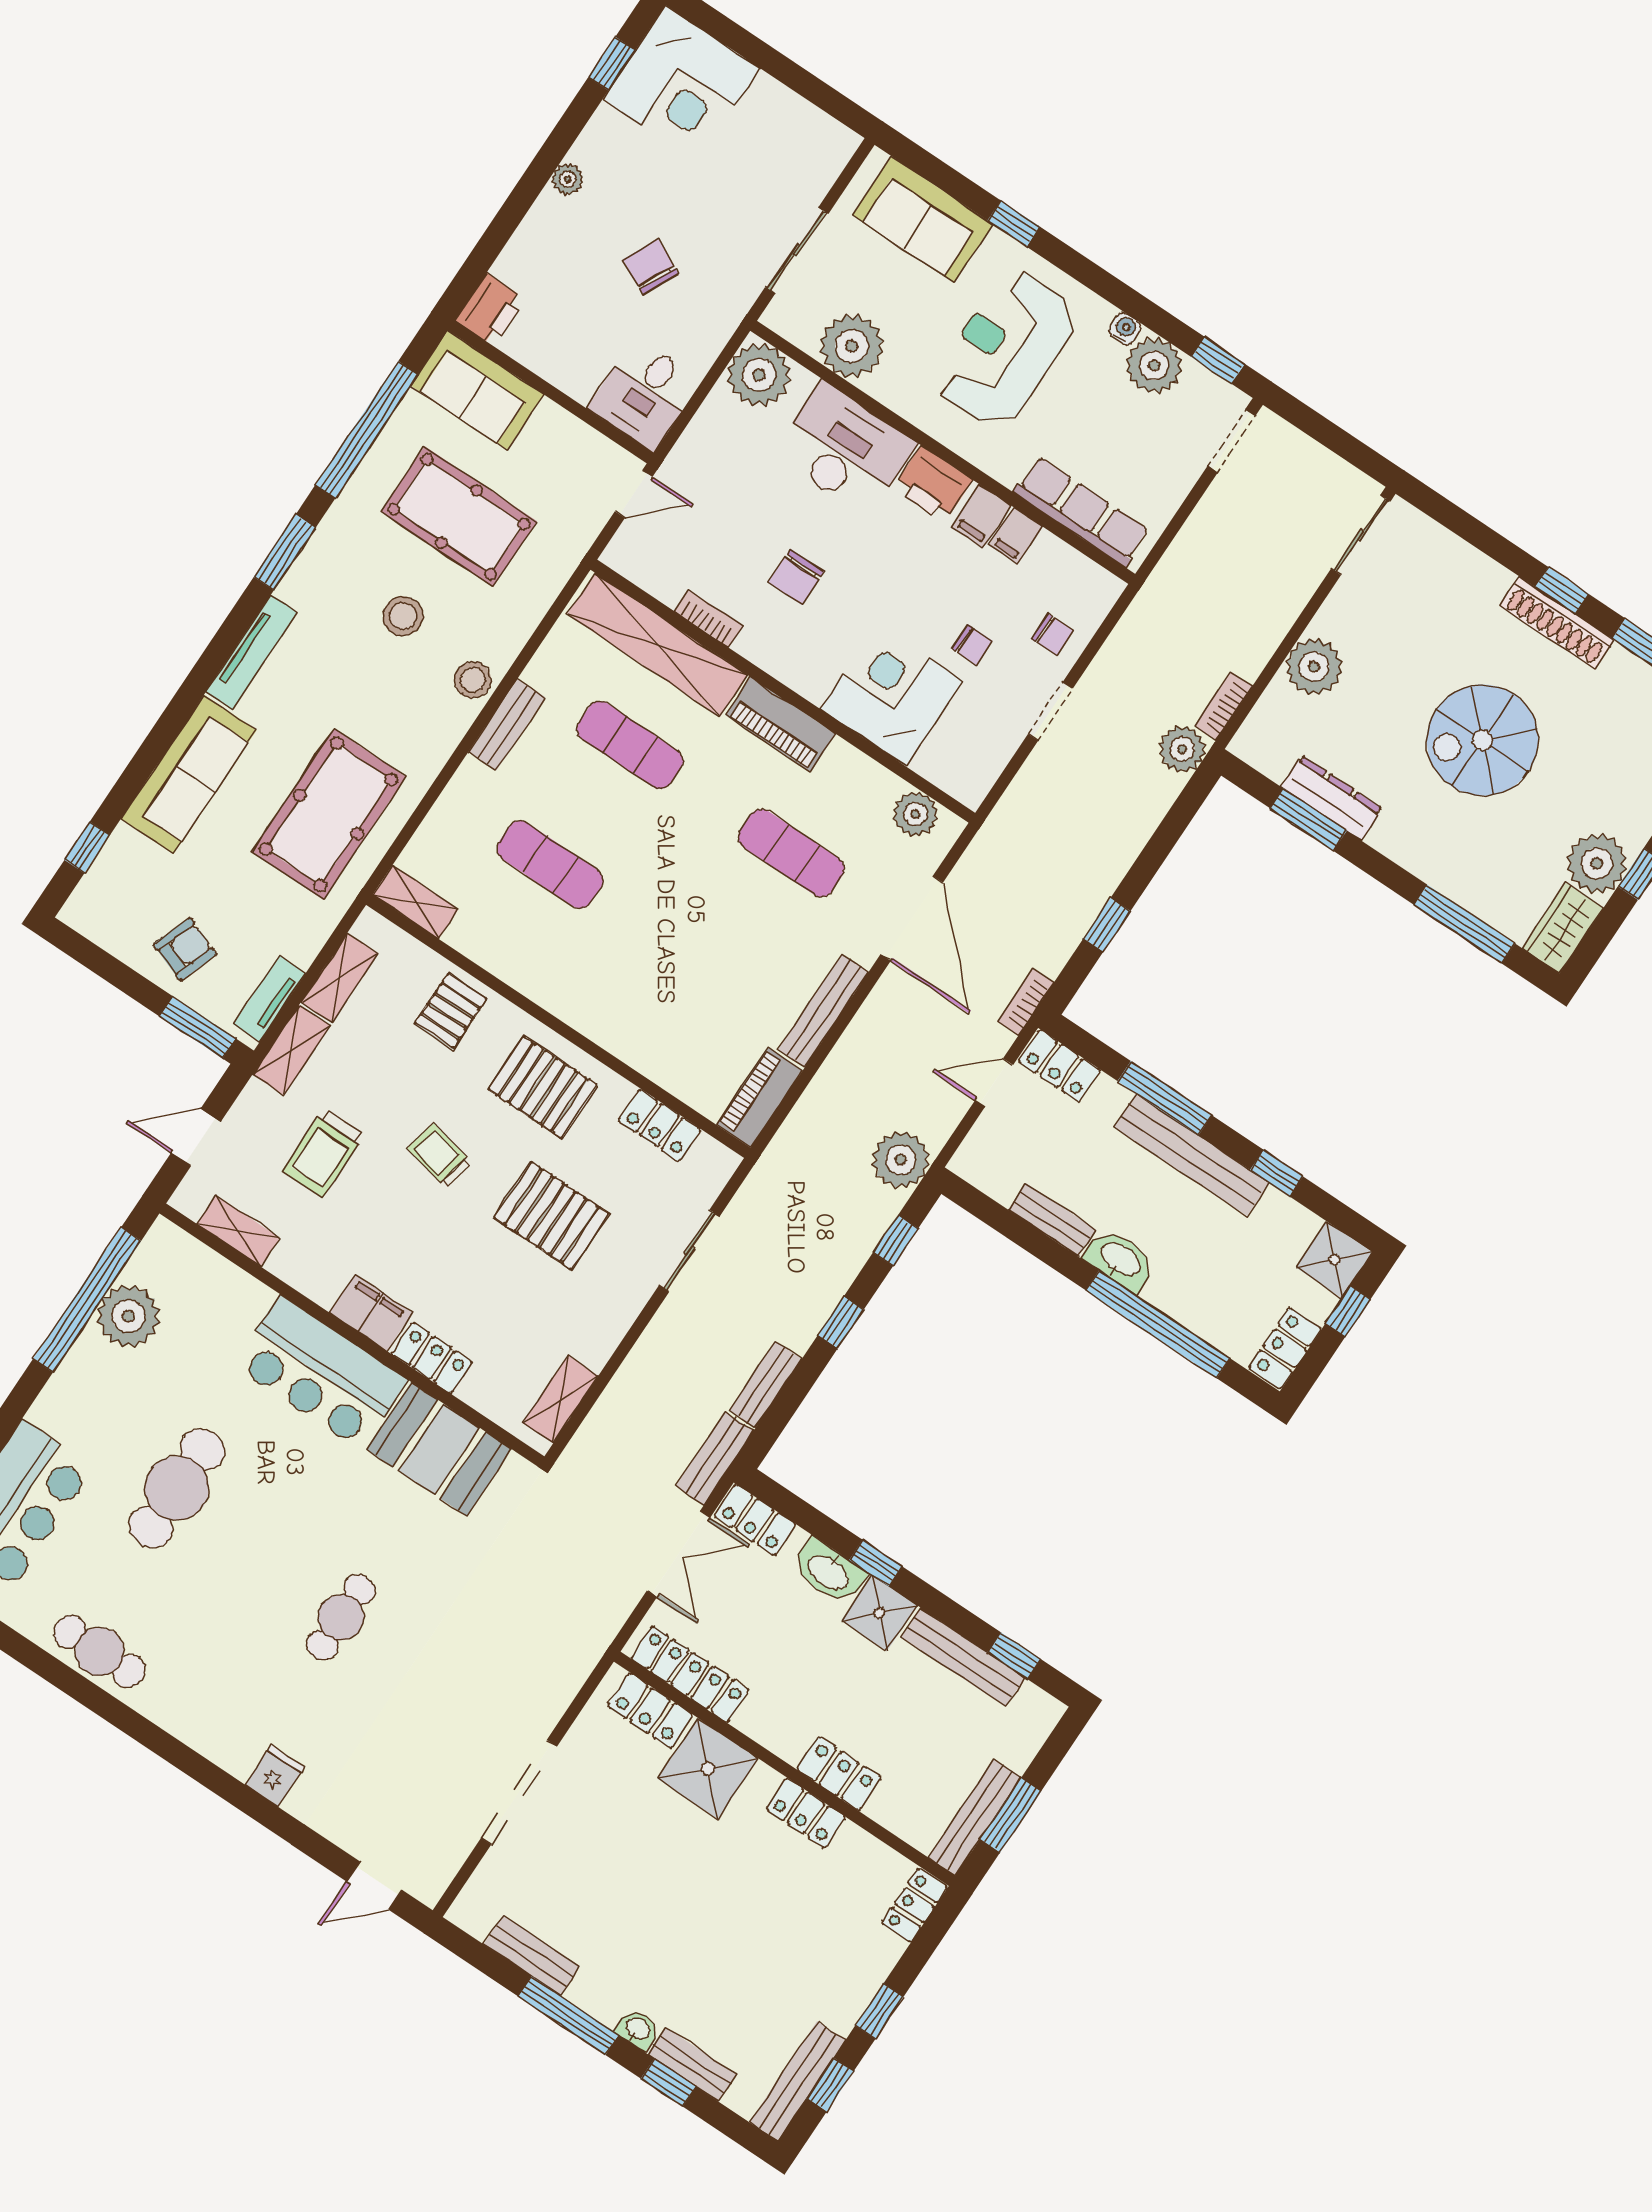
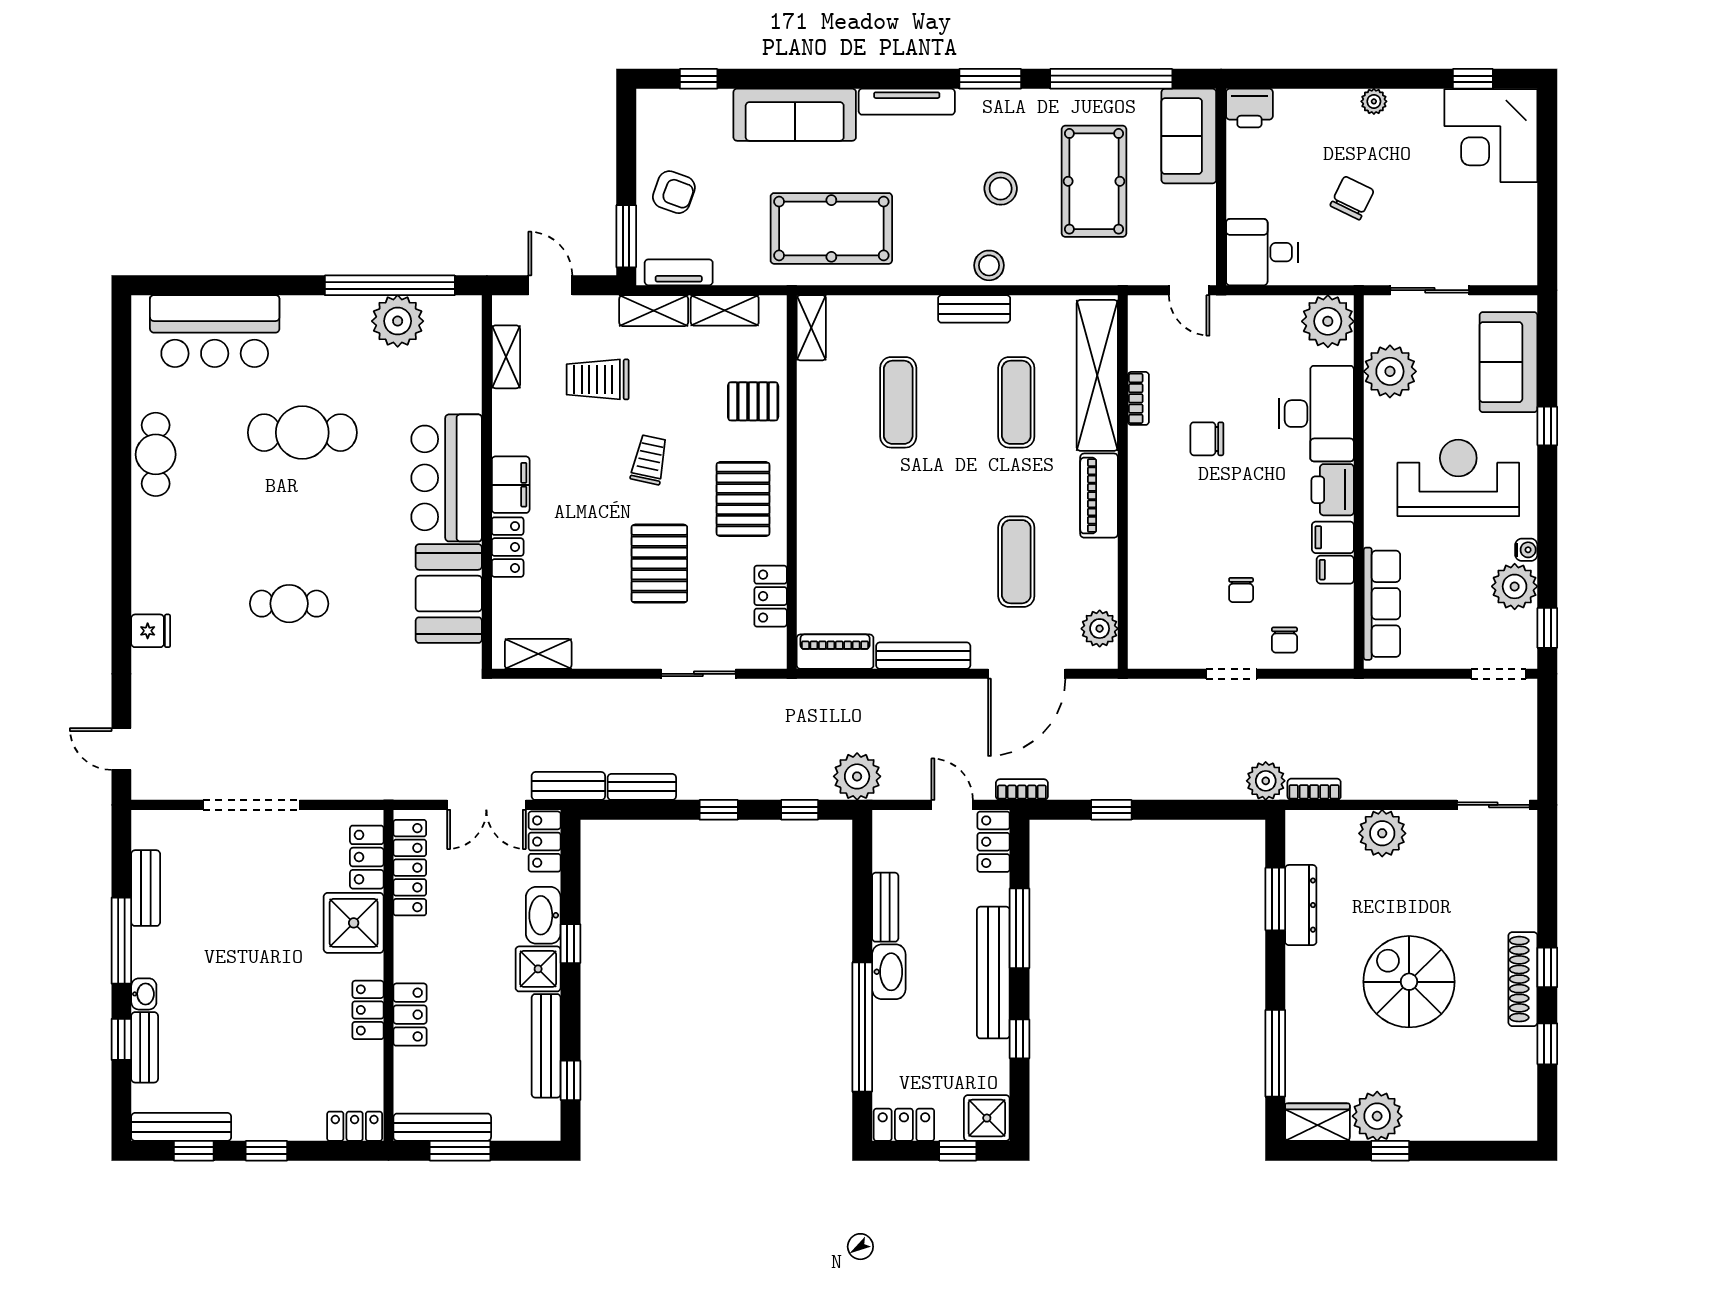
corner desk: (891, 695) -> (1170, 558), removed

